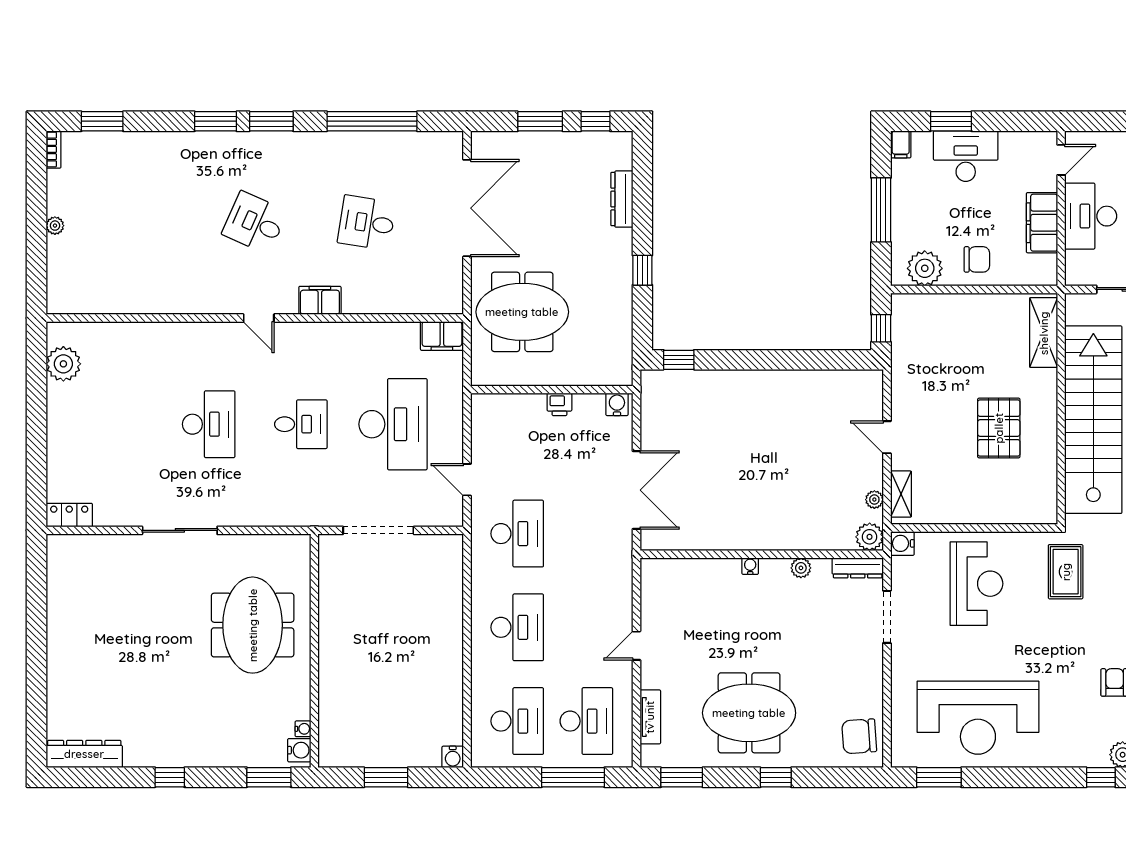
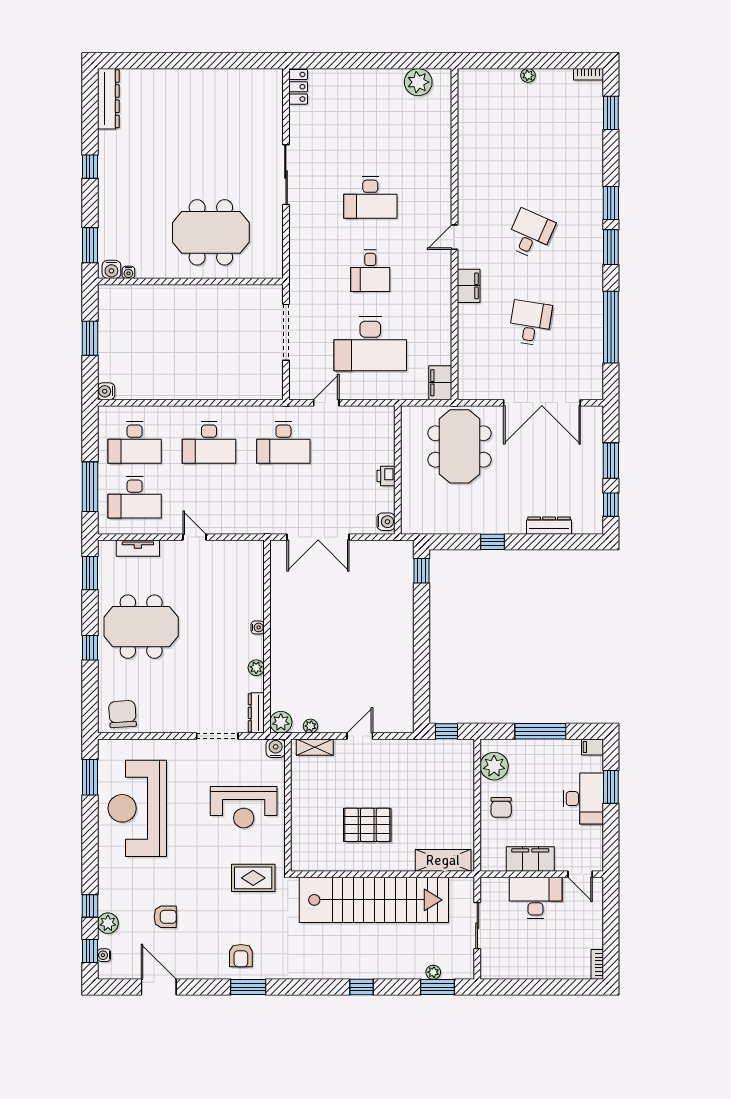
meeting table: (749, 713) -> (141, 627), turned 90

